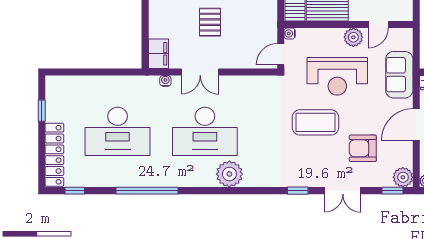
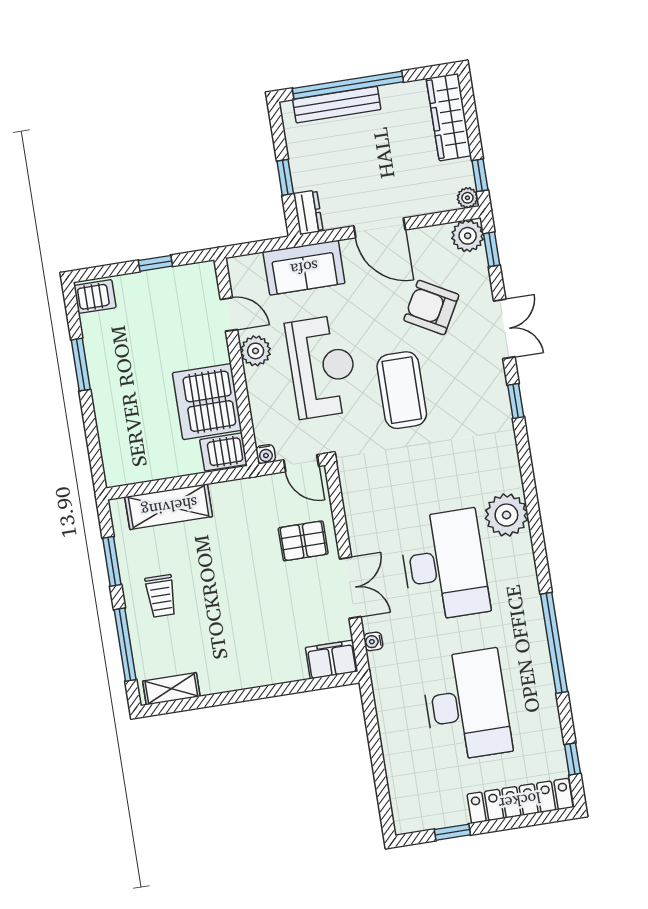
pallet: (210, 22) -> (303, 541), moved
armchair: (363, 148) -> (431, 308), turned 119

